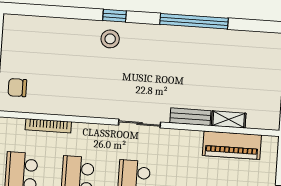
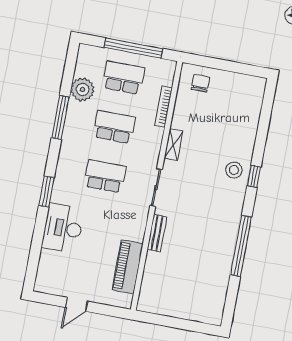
shelving: (229, 119) -> (173, 145), moved

